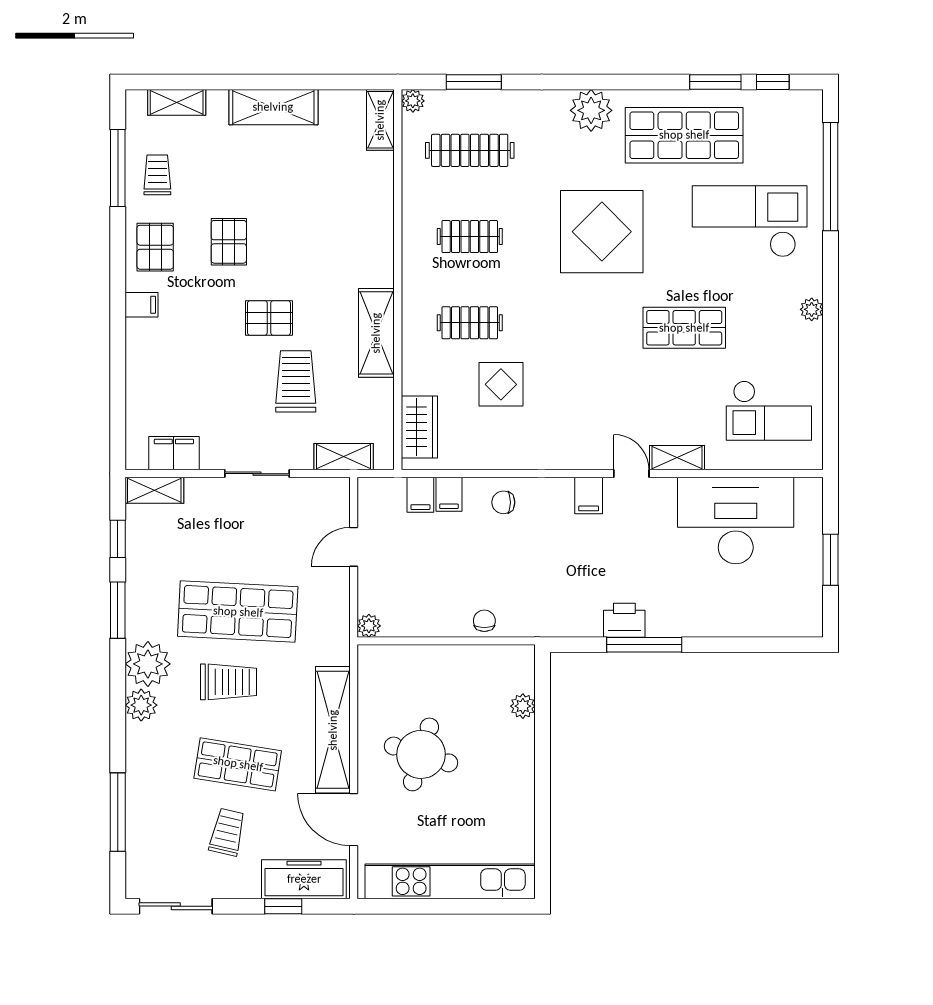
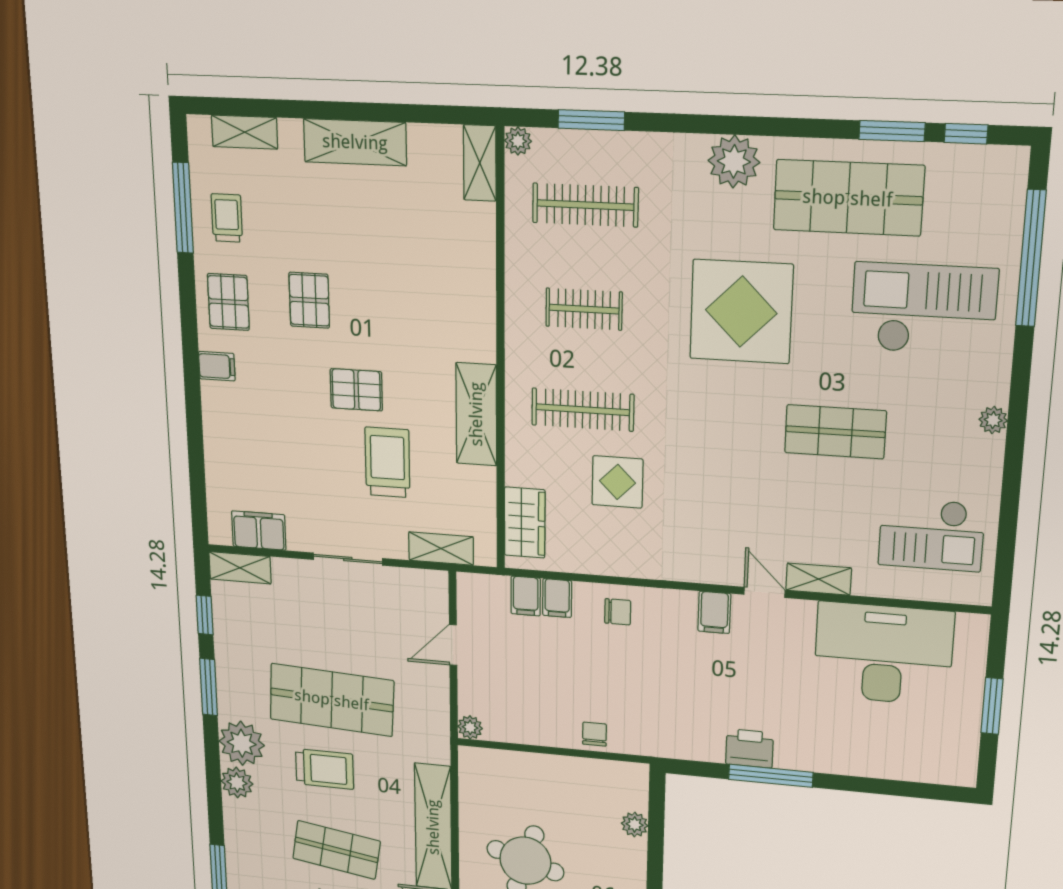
clothes rail: (470, 323) -> (583, 410), width x1.36
chair: (503, 502) -> (618, 612), turned 180

